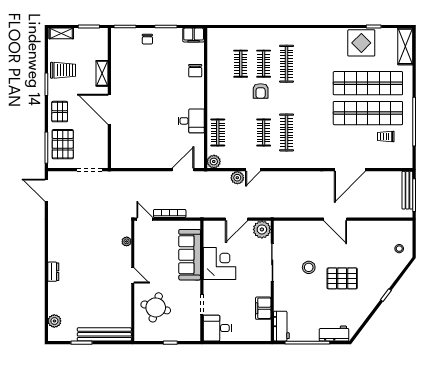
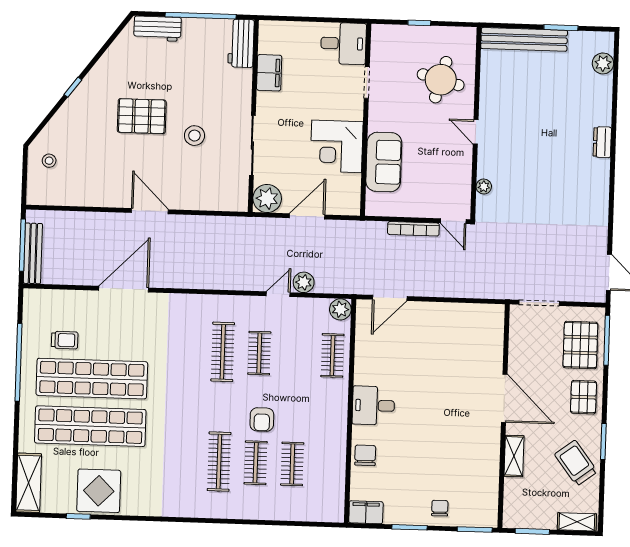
trolley: (63, 70) -> (576, 463), turned 53
armchair: (261, 91) -> (262, 420), turned 180
desk: (191, 121) -> (373, 406), moved
sofa: (190, 255) -> (384, 162), width x0.73

